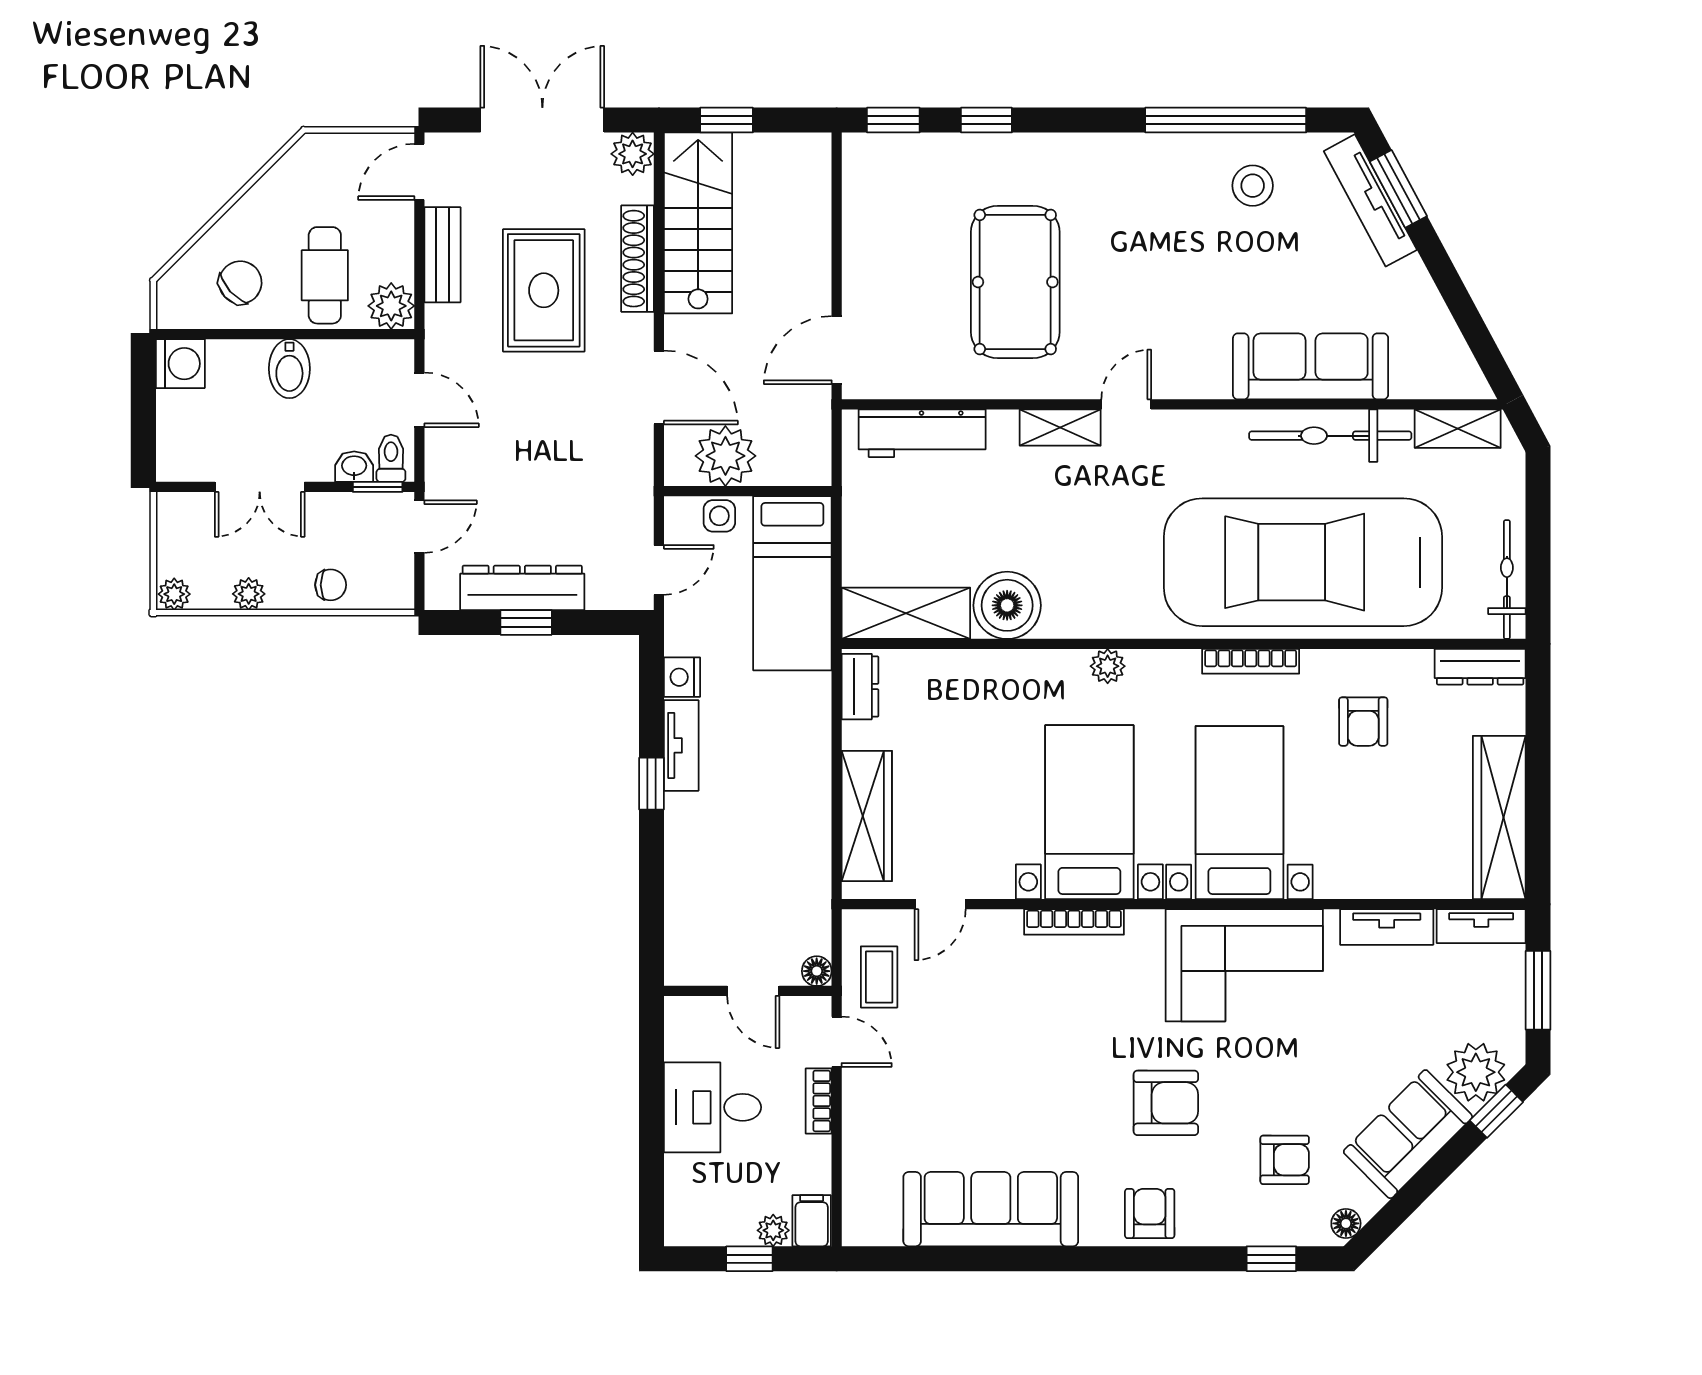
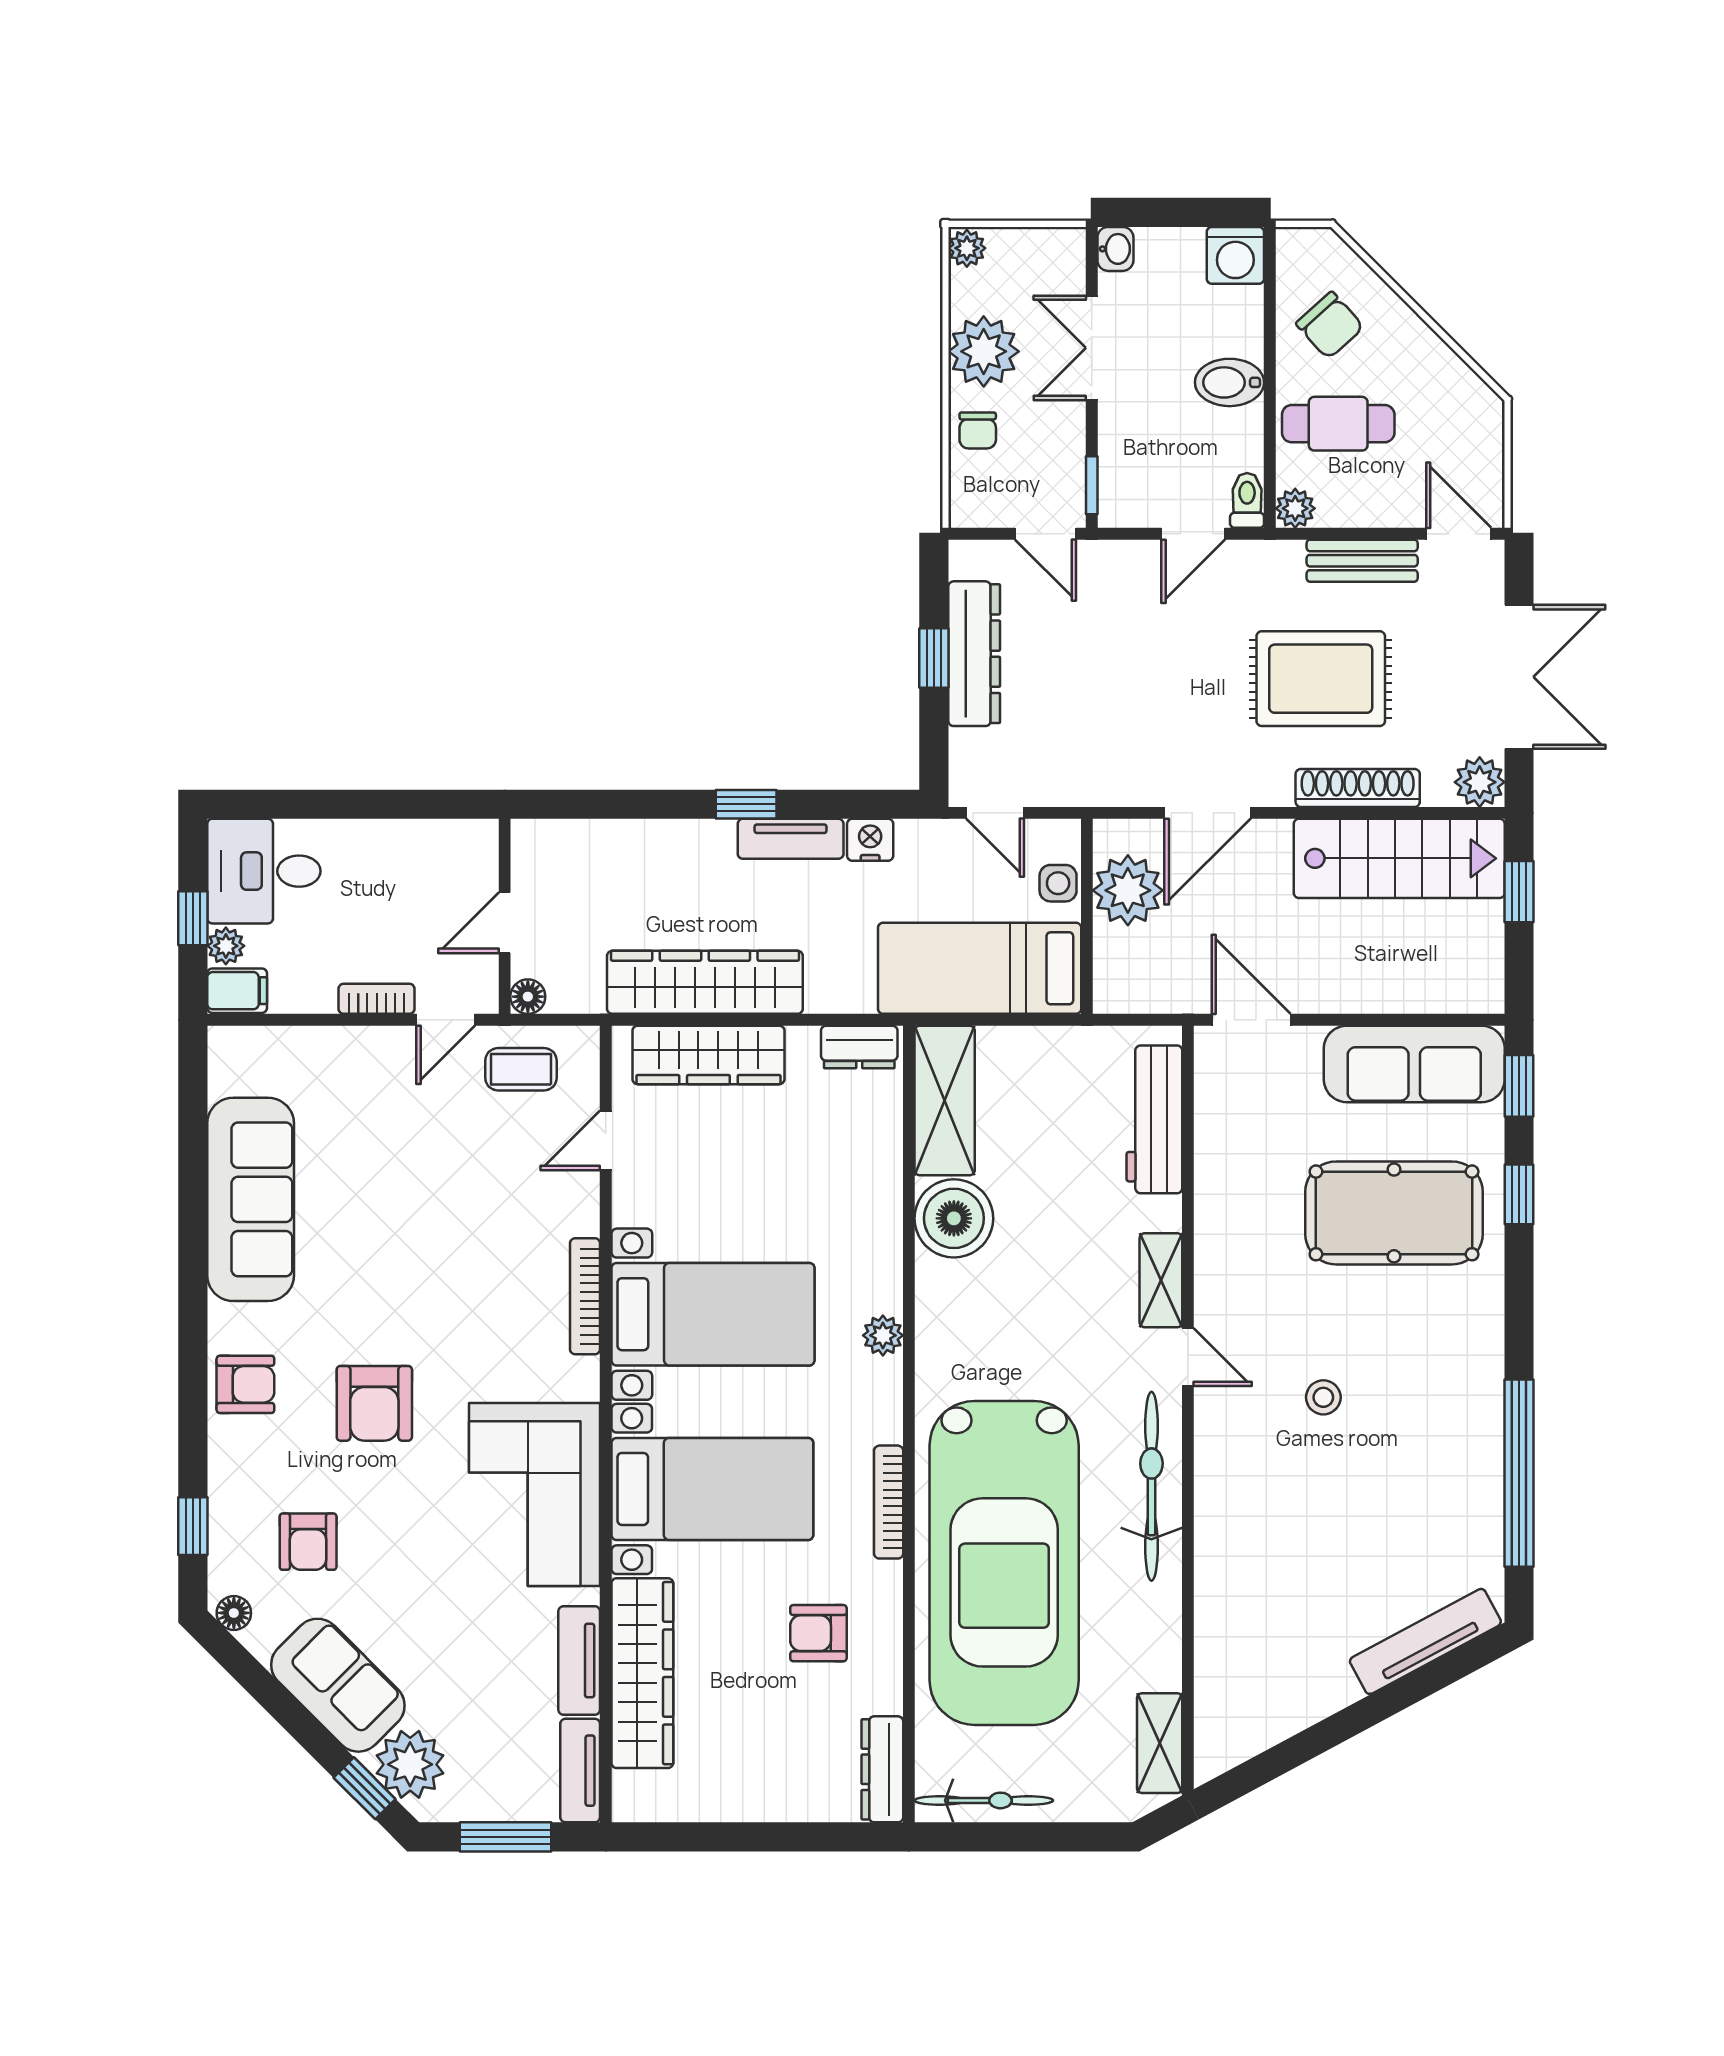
stool: (1253, 186) -> (1323, 1397), moved, width x0.73, depth x0.73
window: (1398, 189) -> (1439, 1674), removed
pool table: (1015, 282) -> (1394, 1213), moved
plant: (391, 306) -> (1295, 508), width x0.73, depth x0.73
sofa: (1311, 366) -> (1414, 1064), moved, turned 90
bicycle: (1330, 436) -> (1151, 1486), moved
toilet: (391, 458) -> (1247, 500), moved, turned -90
washbasin: (354, 467) -> (1115, 249), moved
car: (1303, 562) -> (1004, 1563), turned 180
plant: (249, 594) -> (984, 351), width x1.88, depth x1.88
wardrobe: (1499, 818) -> (642, 1673), moved, turned 90
wardrobe: (804, 819) -> (705, 982), added
door: (940, 904) -> (606, 1140), hinge flipped
desk: (712, 1107) -> (264, 871), moved, turned -90

